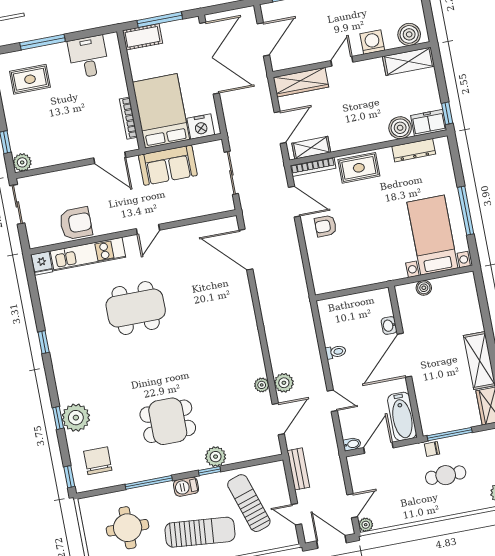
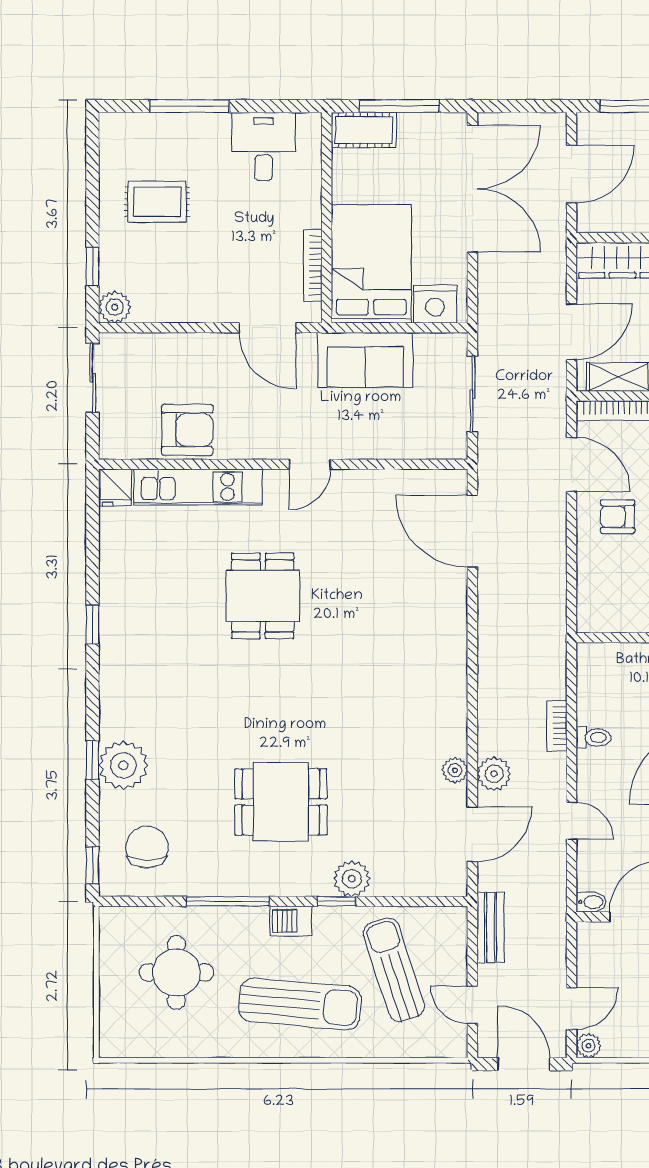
rug: (30, 79) -> (157, 202), moved
dining table: (136, 308) -> (263, 596), width x0.73
bookcase: (314, 349) -> (557, 726), added

